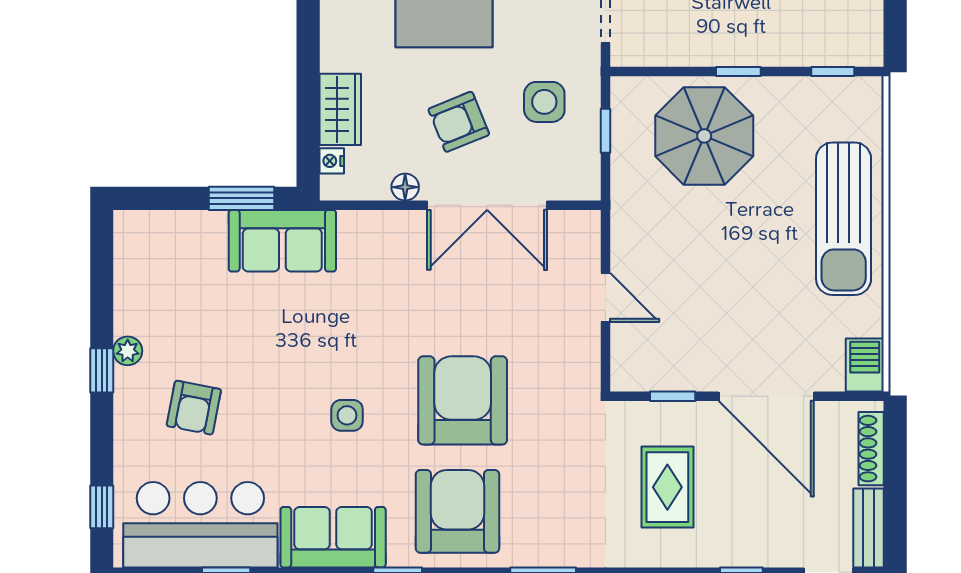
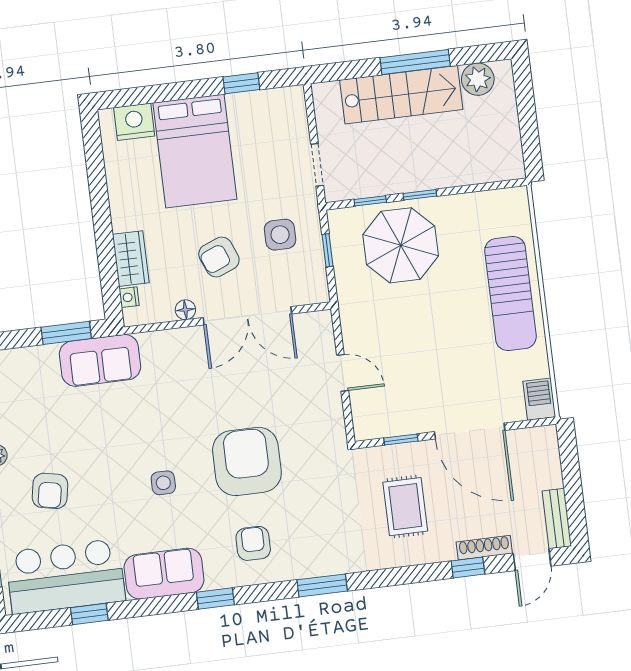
window: (833, 71) -> (370, 201), moved
shoe rack: (871, 449) -> (484, 548), moved, turned 90
armchair: (457, 511) -> (253, 543), width x0.53, depth x0.53

